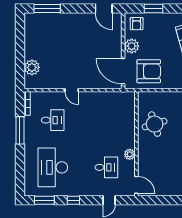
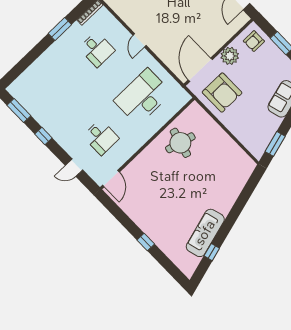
round table: (155, 124) -> (180, 143), turned 32
window: (20, 130) -> (60, 29), width x0.69
plant: (130, 154) -> (132, 147), removed
desk: (53, 167) -> (143, 97), moved

